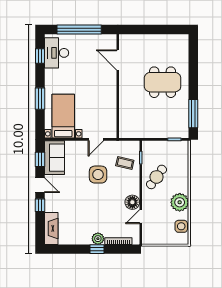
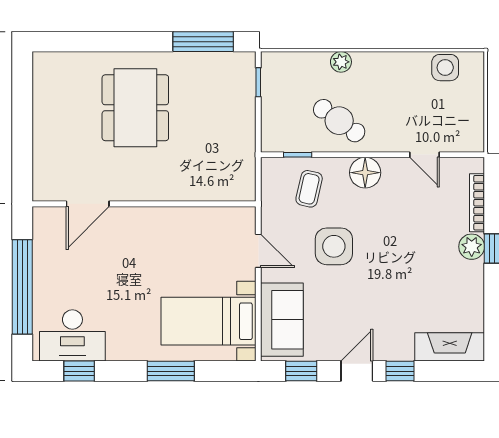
sofa: (54, 158) -> (282, 320), moved, turned 90
floor lamp: (132, 202) -> (365, 173), moved
plant: (180, 202) -> (341, 62), moved, width x0.53, depth x0.53

